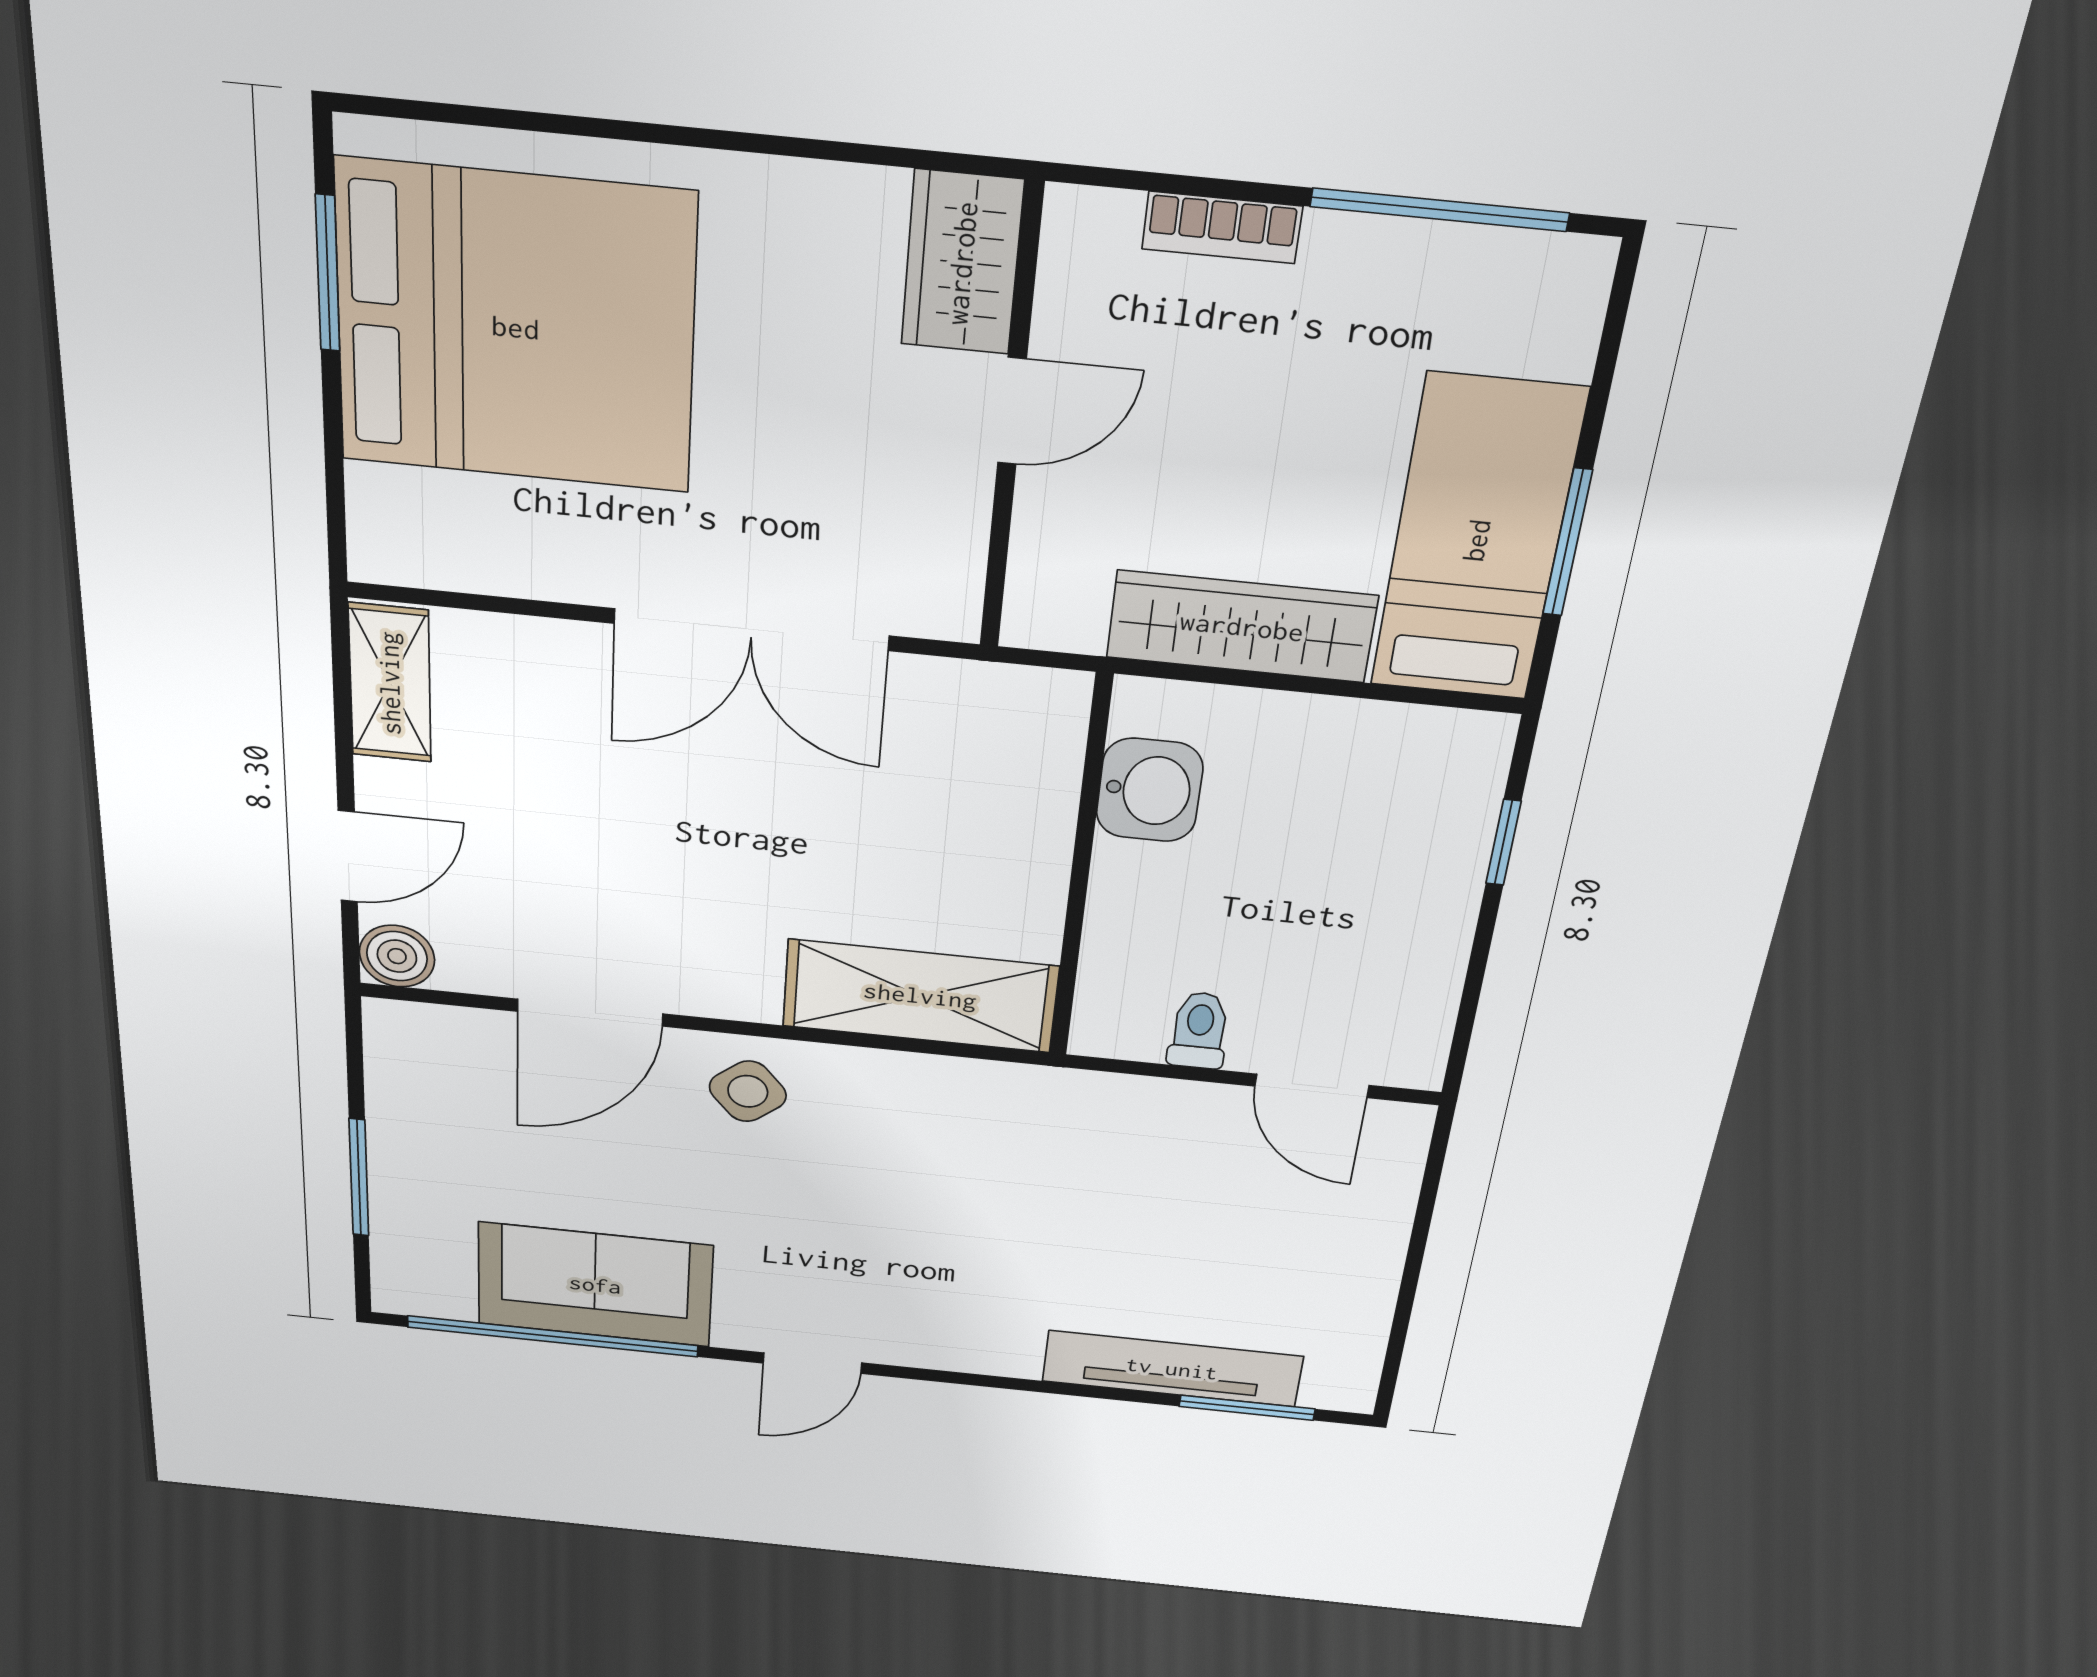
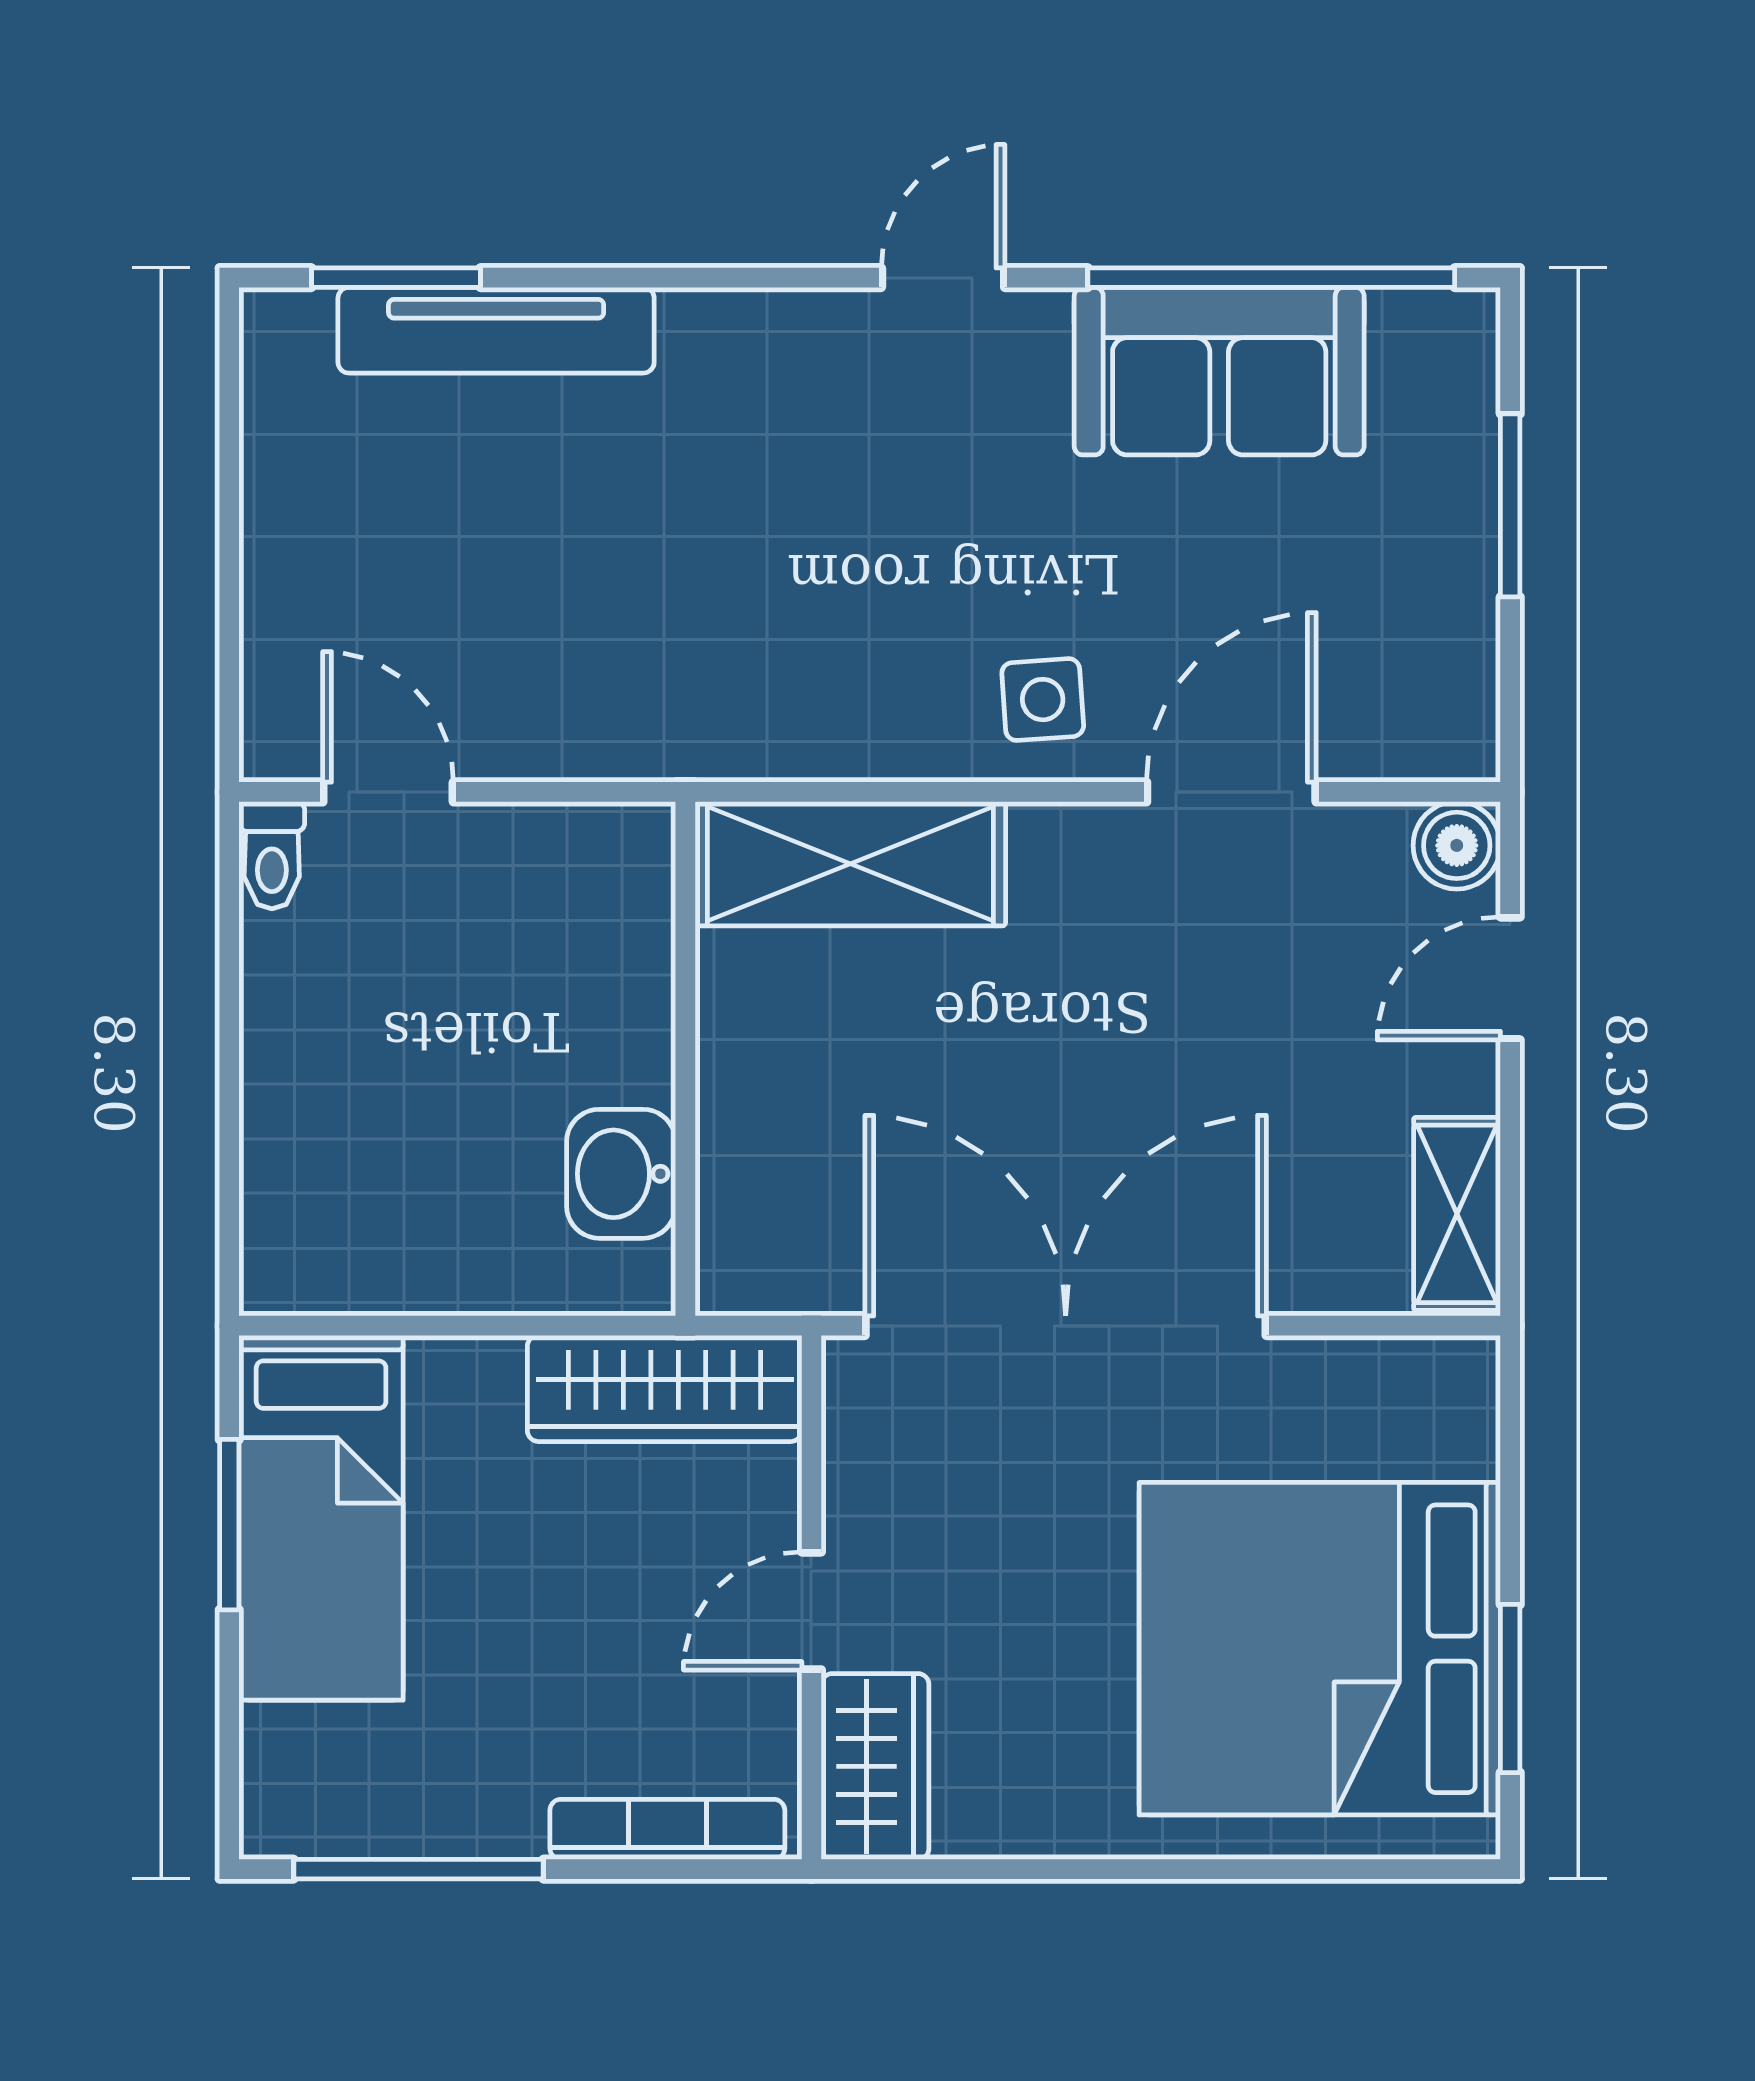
bookcase: (1222, 228) -> (667, 1829), width x1.56
wardrobe: (1242, 627) -> (665, 1388), moved
double door: (751, 630) -> (1066, 1326), width x1.36
window: (1503, 842) -> (229, 1152), removed
toilet: (1199, 1030) -> (272, 855), moved
side table: (748, 1091) -> (1043, 700), turned 36

